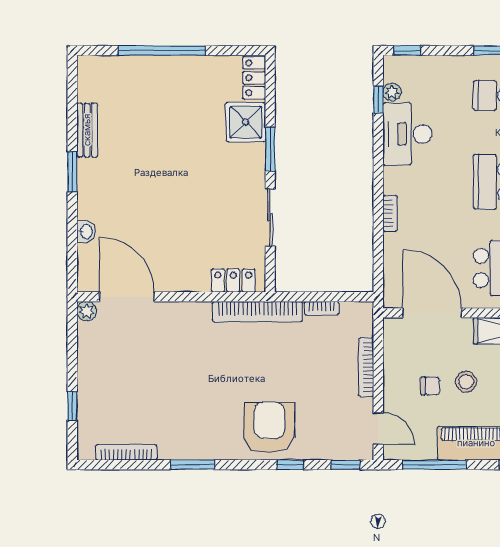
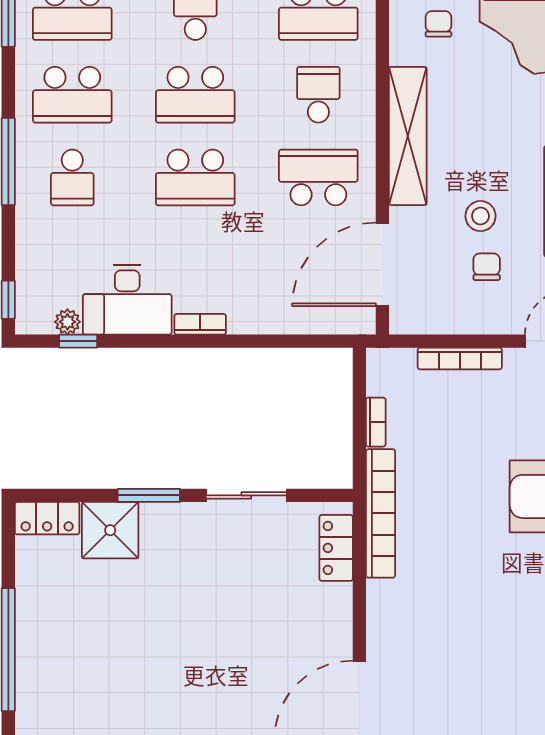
bookcase: (390, 213) -> (200, 324), moved

